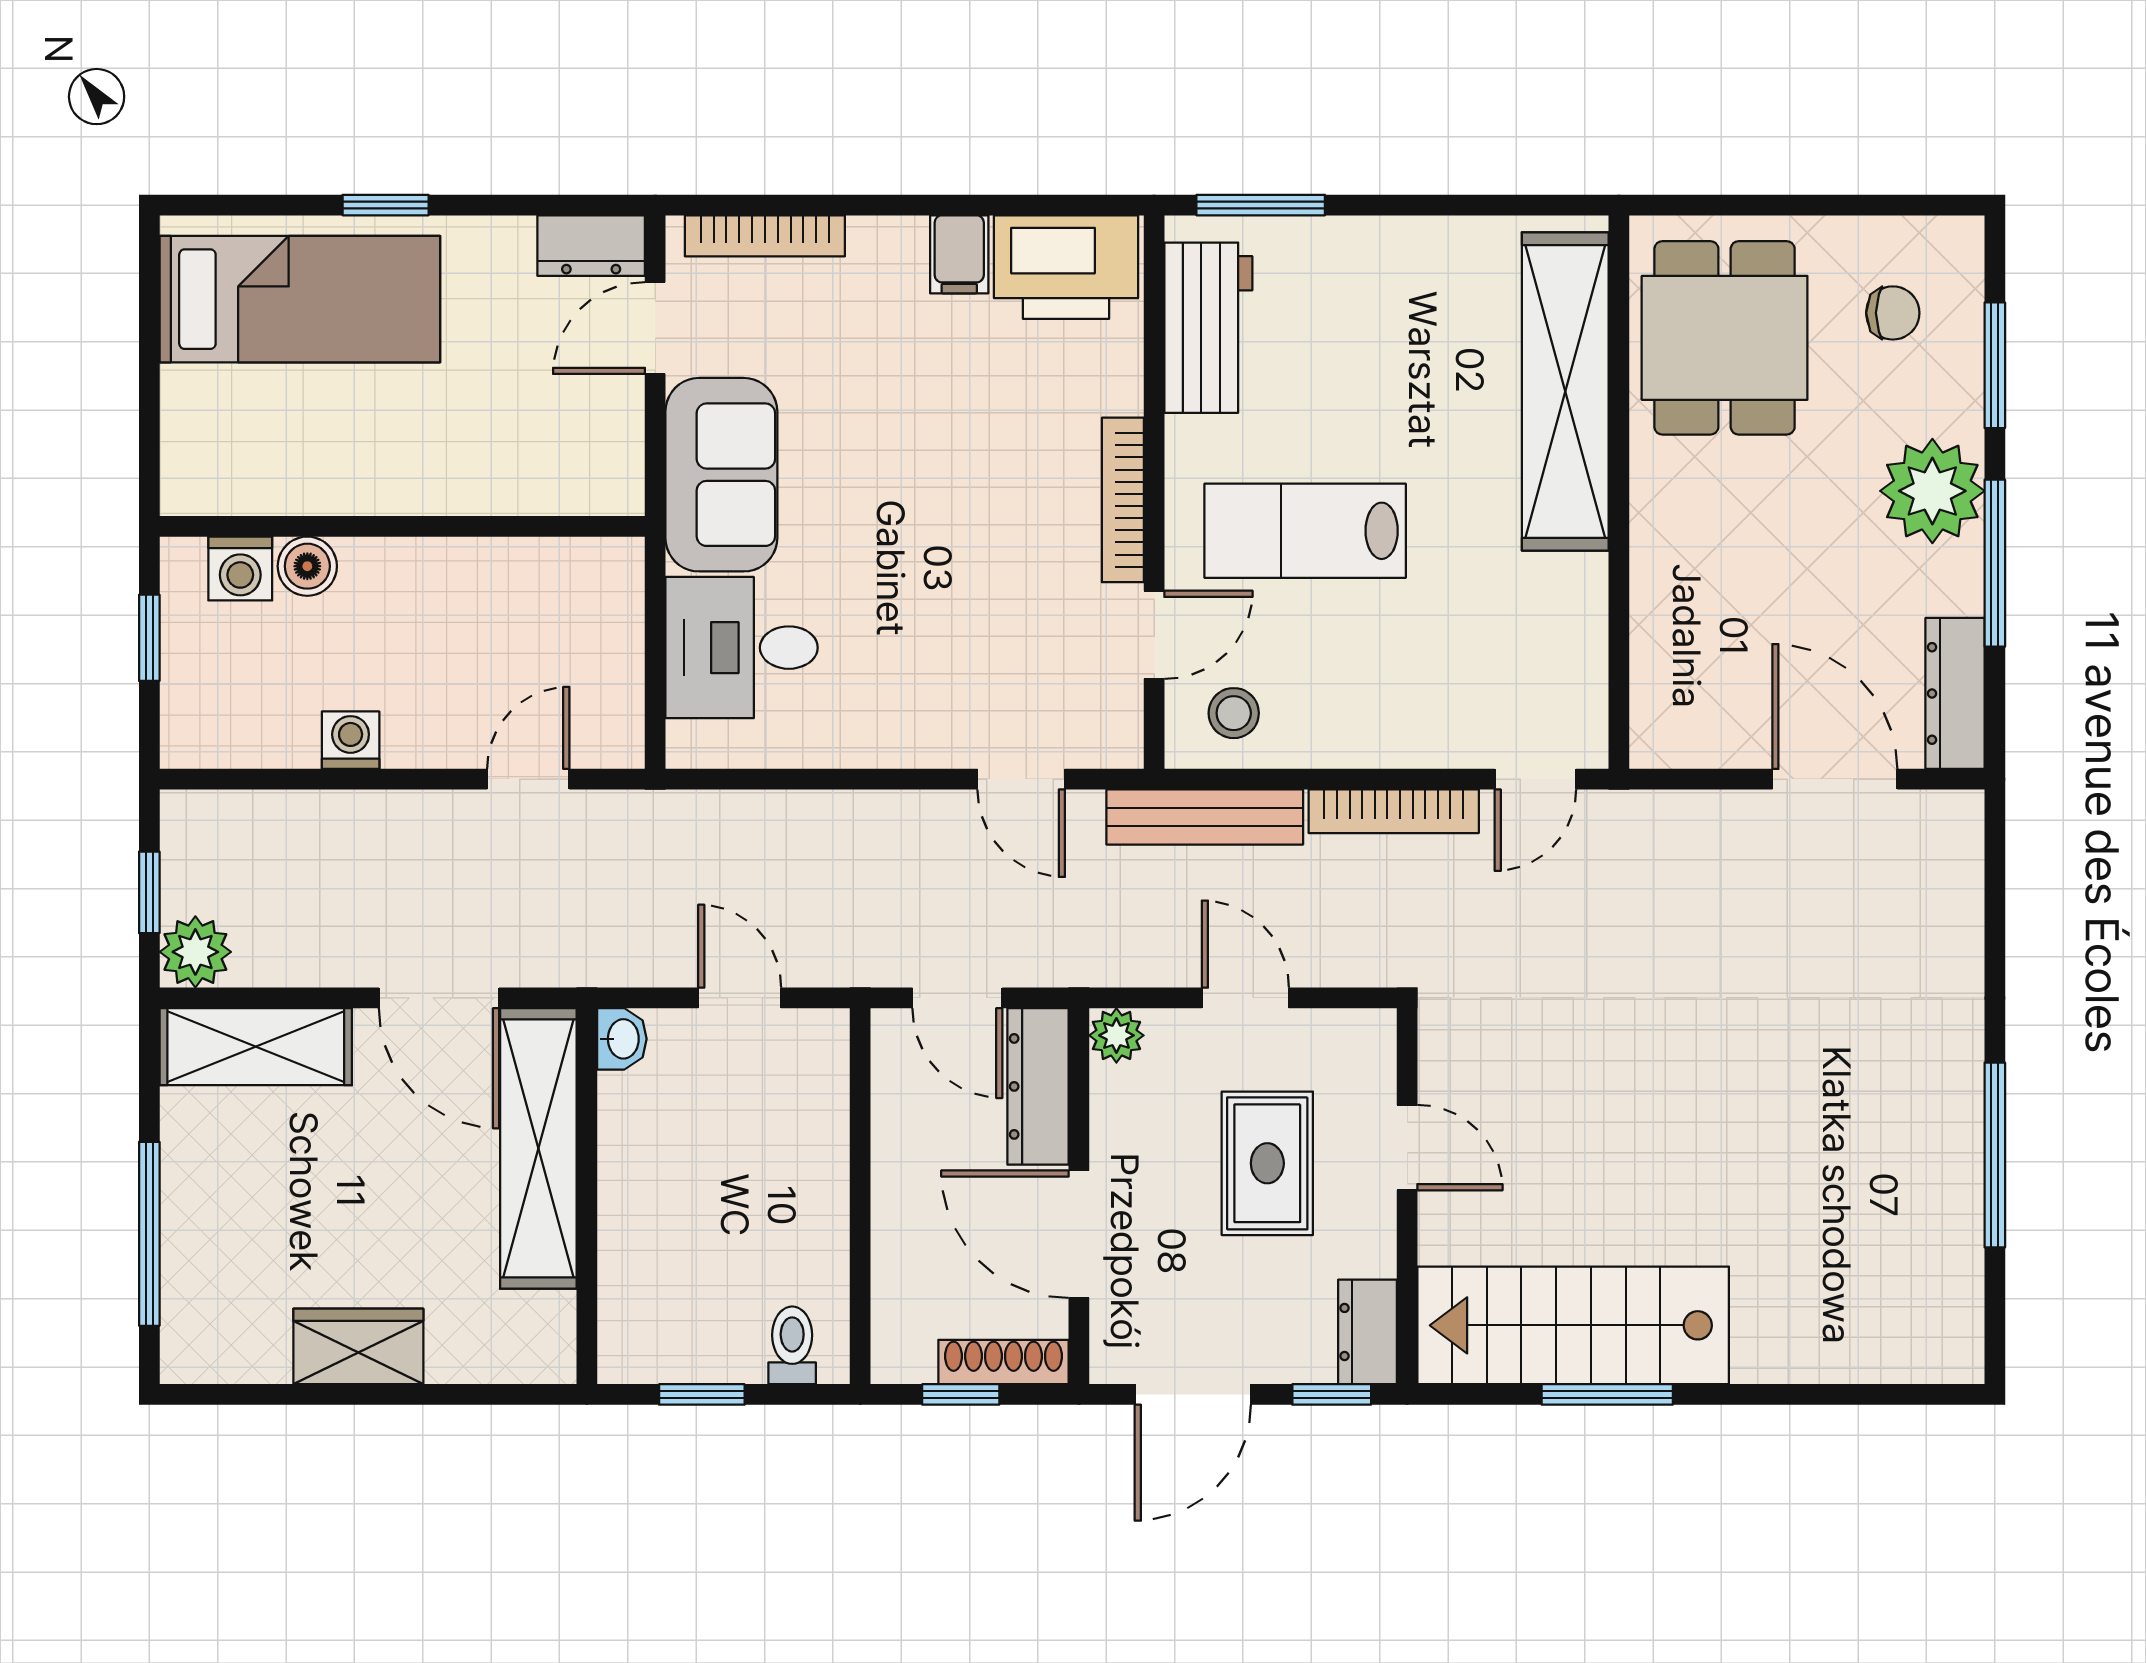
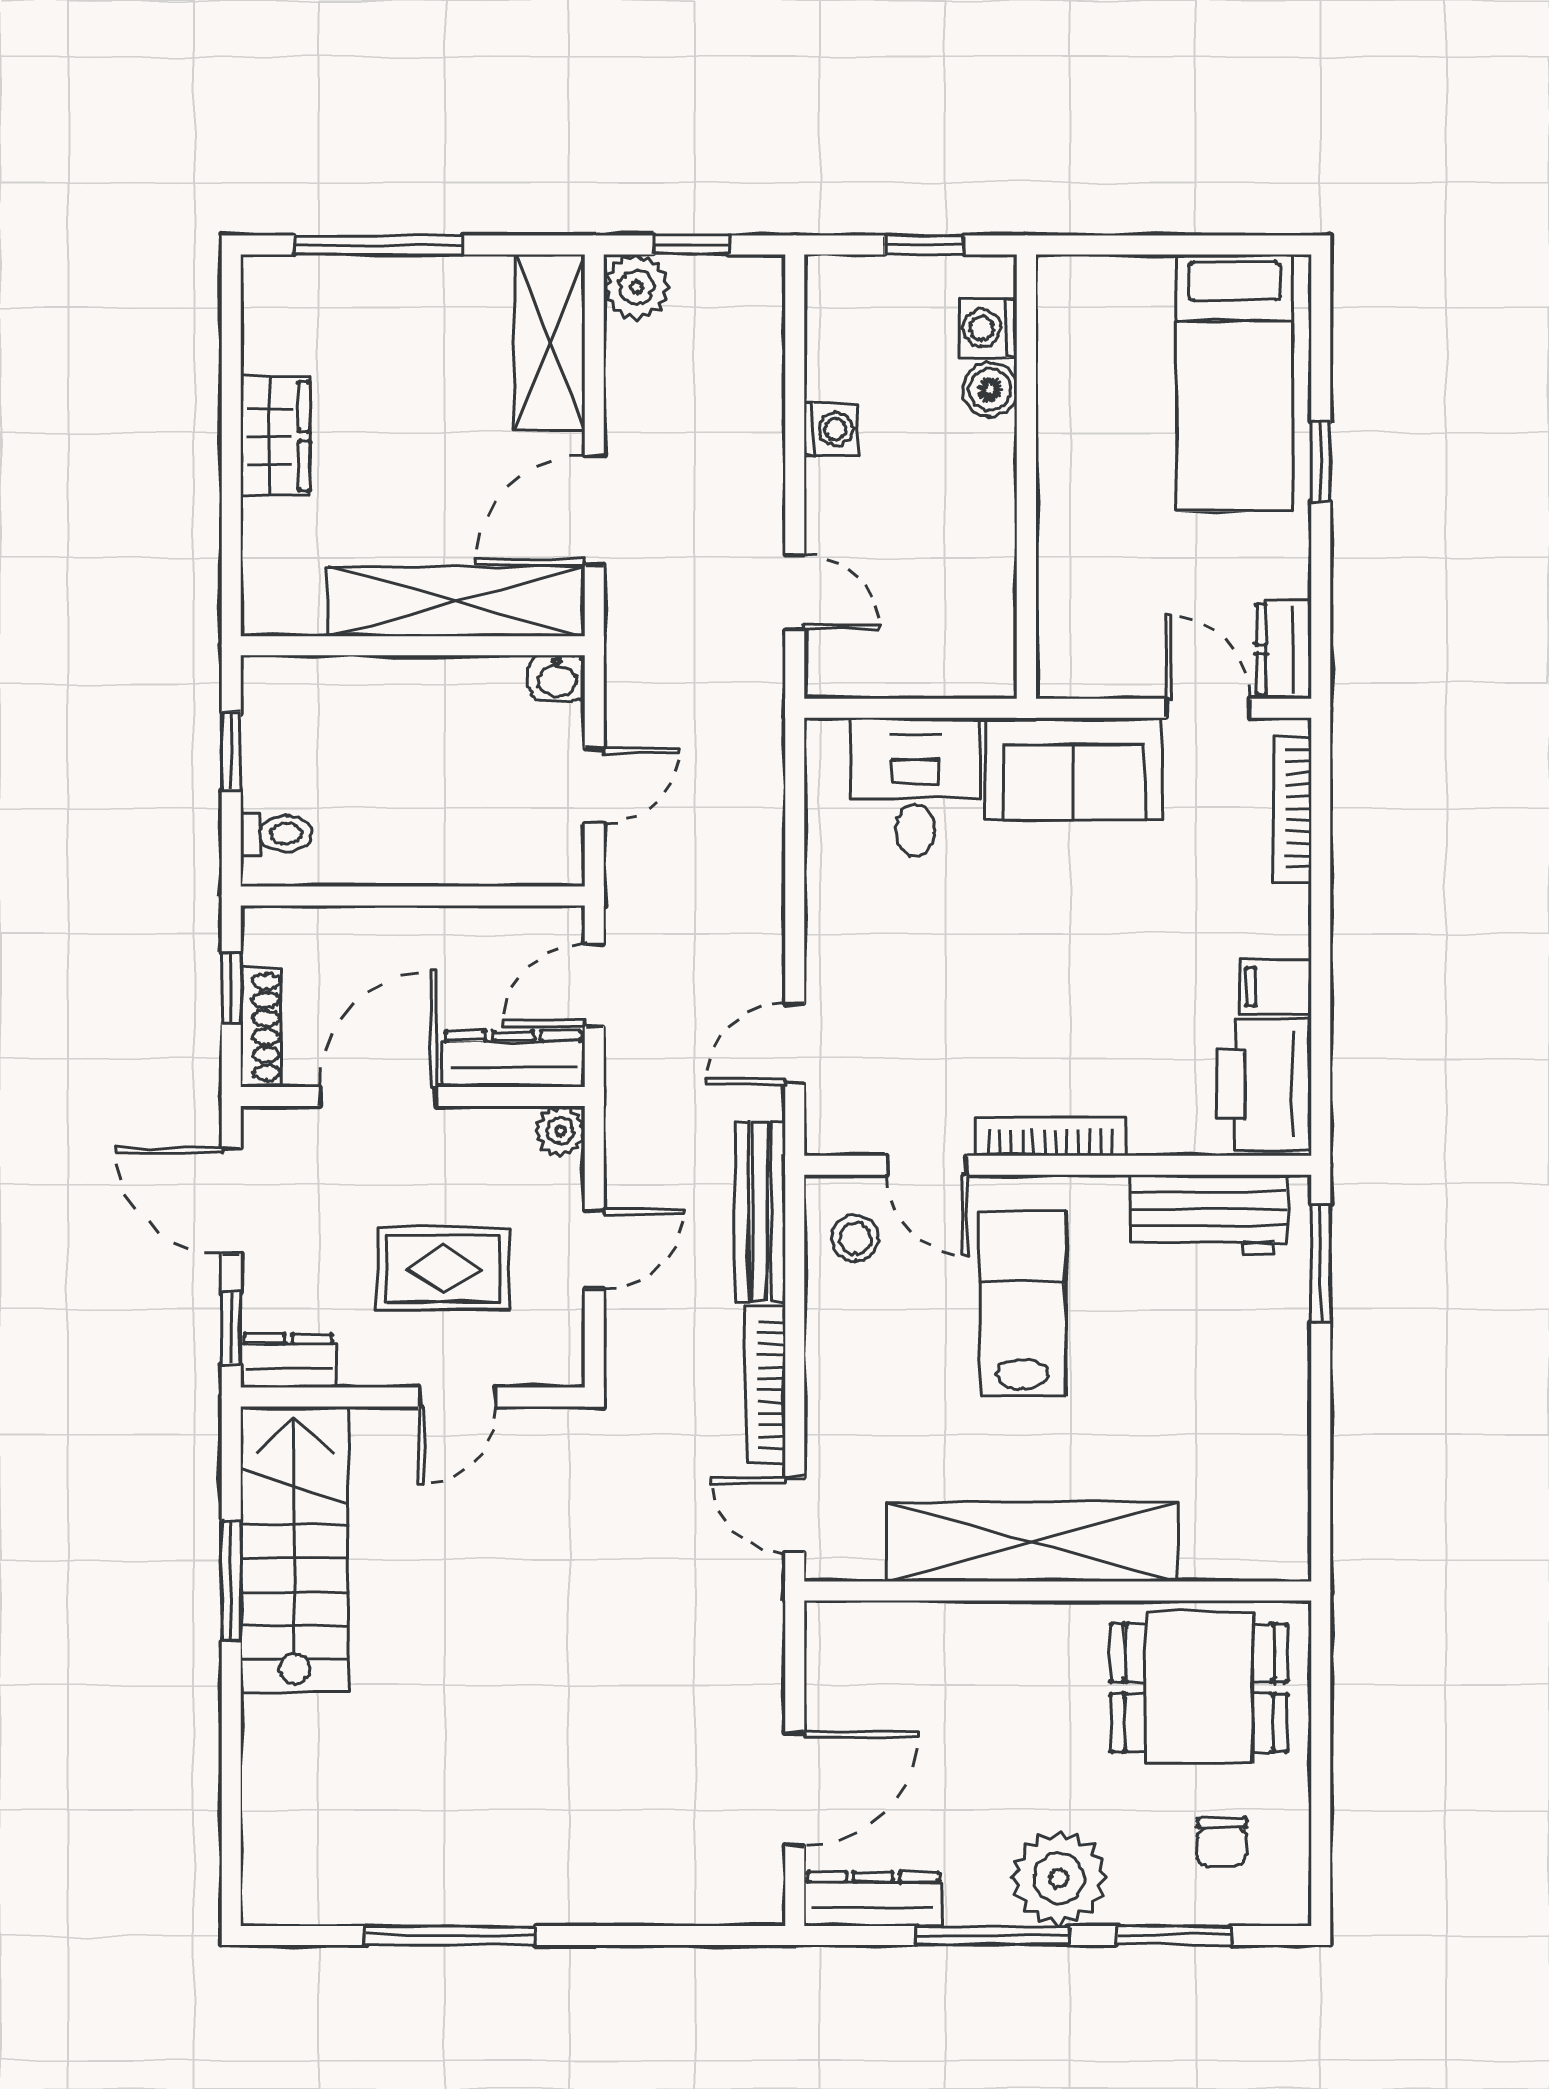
shelving: (1565, 391) -> (1032, 1542), moved

